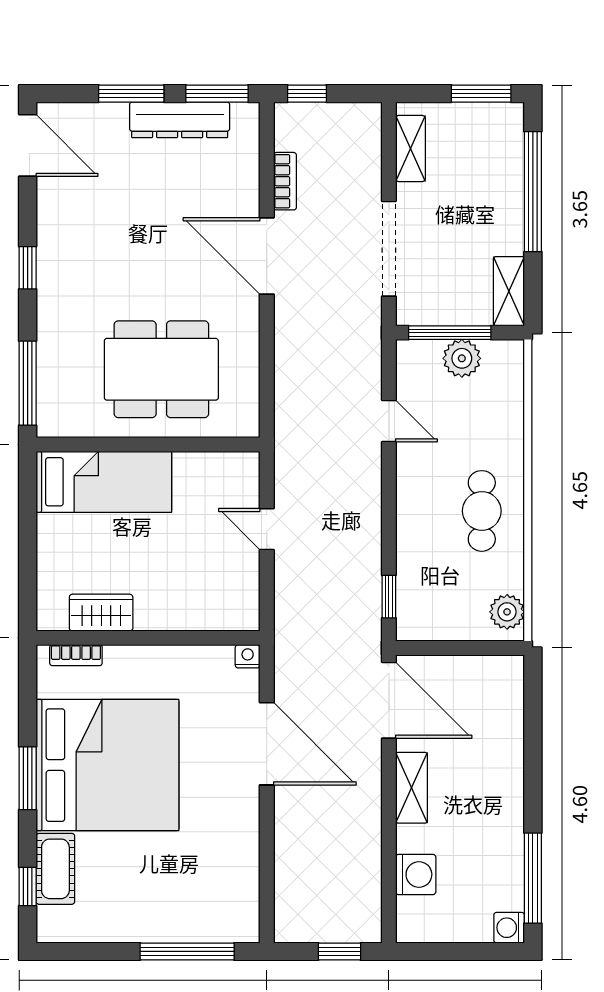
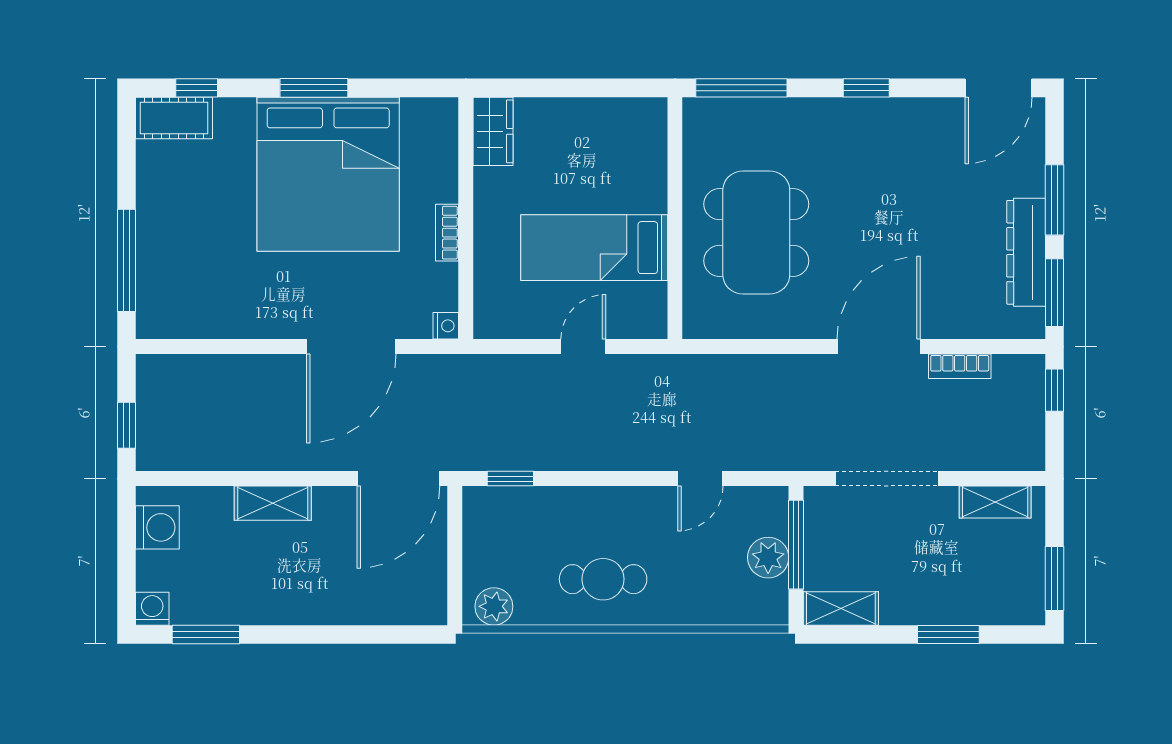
window: (533, 192) -> (948, 634), width x0.47
bed: (104, 482) -> (594, 248), moved, turned 90
wardrobe: (101, 613) -> (493, 131), moved
bookcase: (76, 655) -> (447, 233), moved
shelving: (412, 788) -> (273, 503), moved
cot: (55, 869) -> (174, 118), moved
washing machine: (416, 874) -> (157, 527), moved, turned -90
window: (533, 878) -> (206, 634), width x0.69

